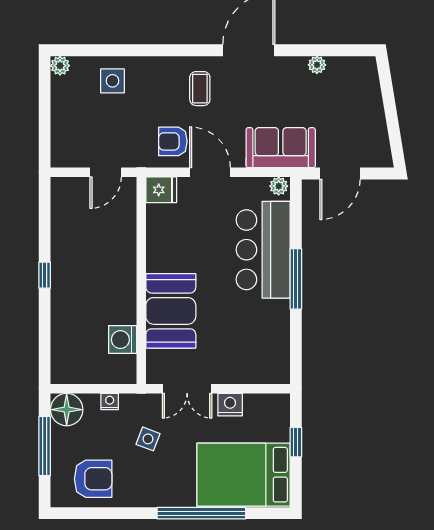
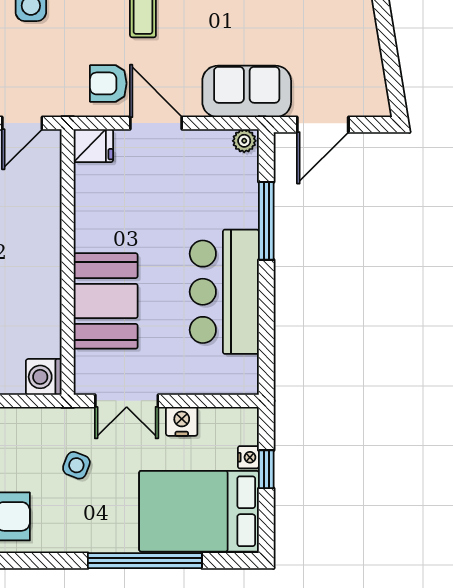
bar counter: (263, 250) -> (224, 292), moved
window: (296, 279) -> (266, 221), moved
washing machine: (123, 340) -> (44, 377), moved
nightstand: (110, 402) -> (248, 457), moved, turned 90

